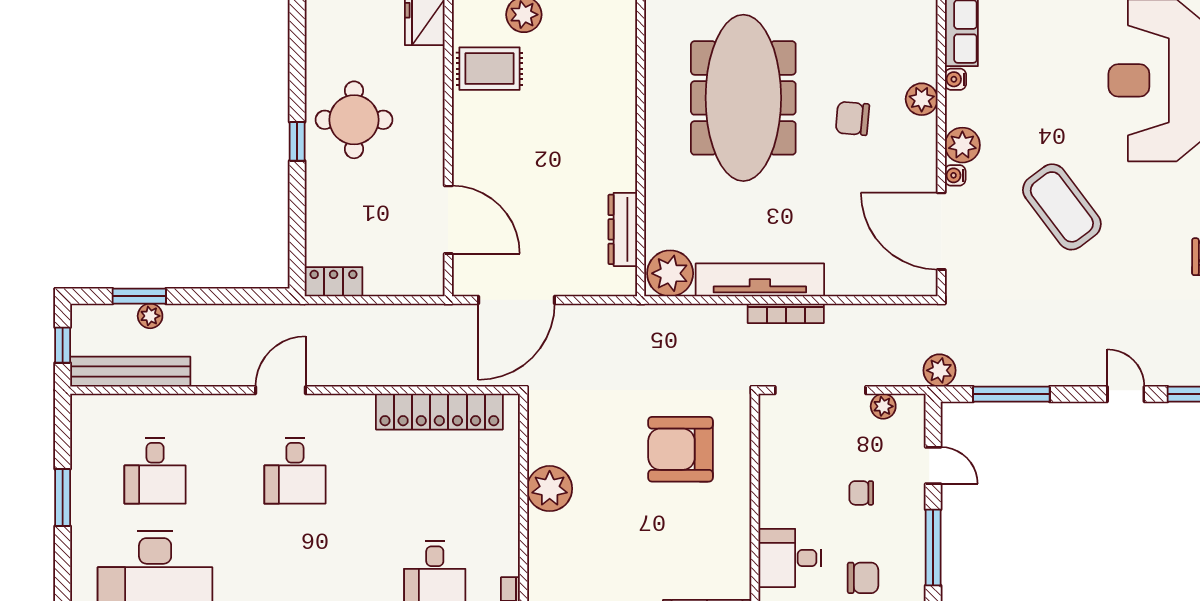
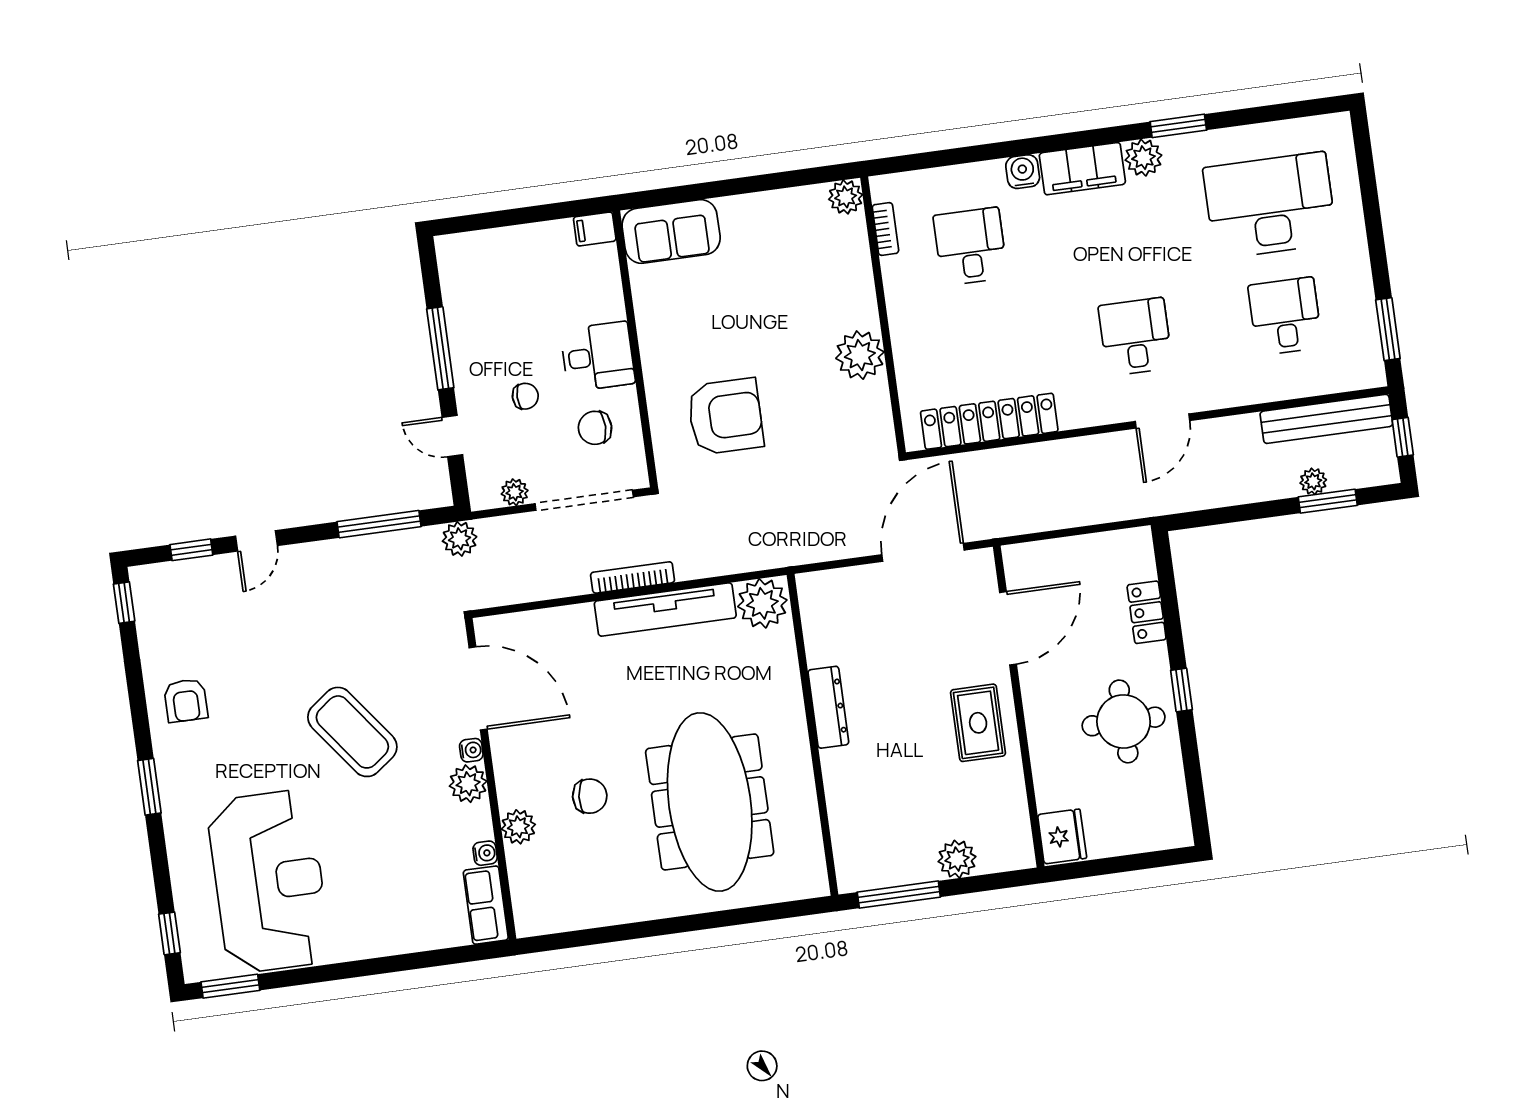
rug: (489, 69) -> (978, 723), moved, turned 90
door: (448, 220) -> (1008, 628), swing flipped
dresser: (623, 229) -> (828, 707), moved
locker: (334, 282) -> (1147, 612), moved, turned 90
door: (1126, 394) -> (256, 541), hinge flipped
window: (63, 498) -> (1388, 329), moved
desk: (790, 558) -> (598, 356), moved
chair: (863, 578) -> (595, 428), moved

